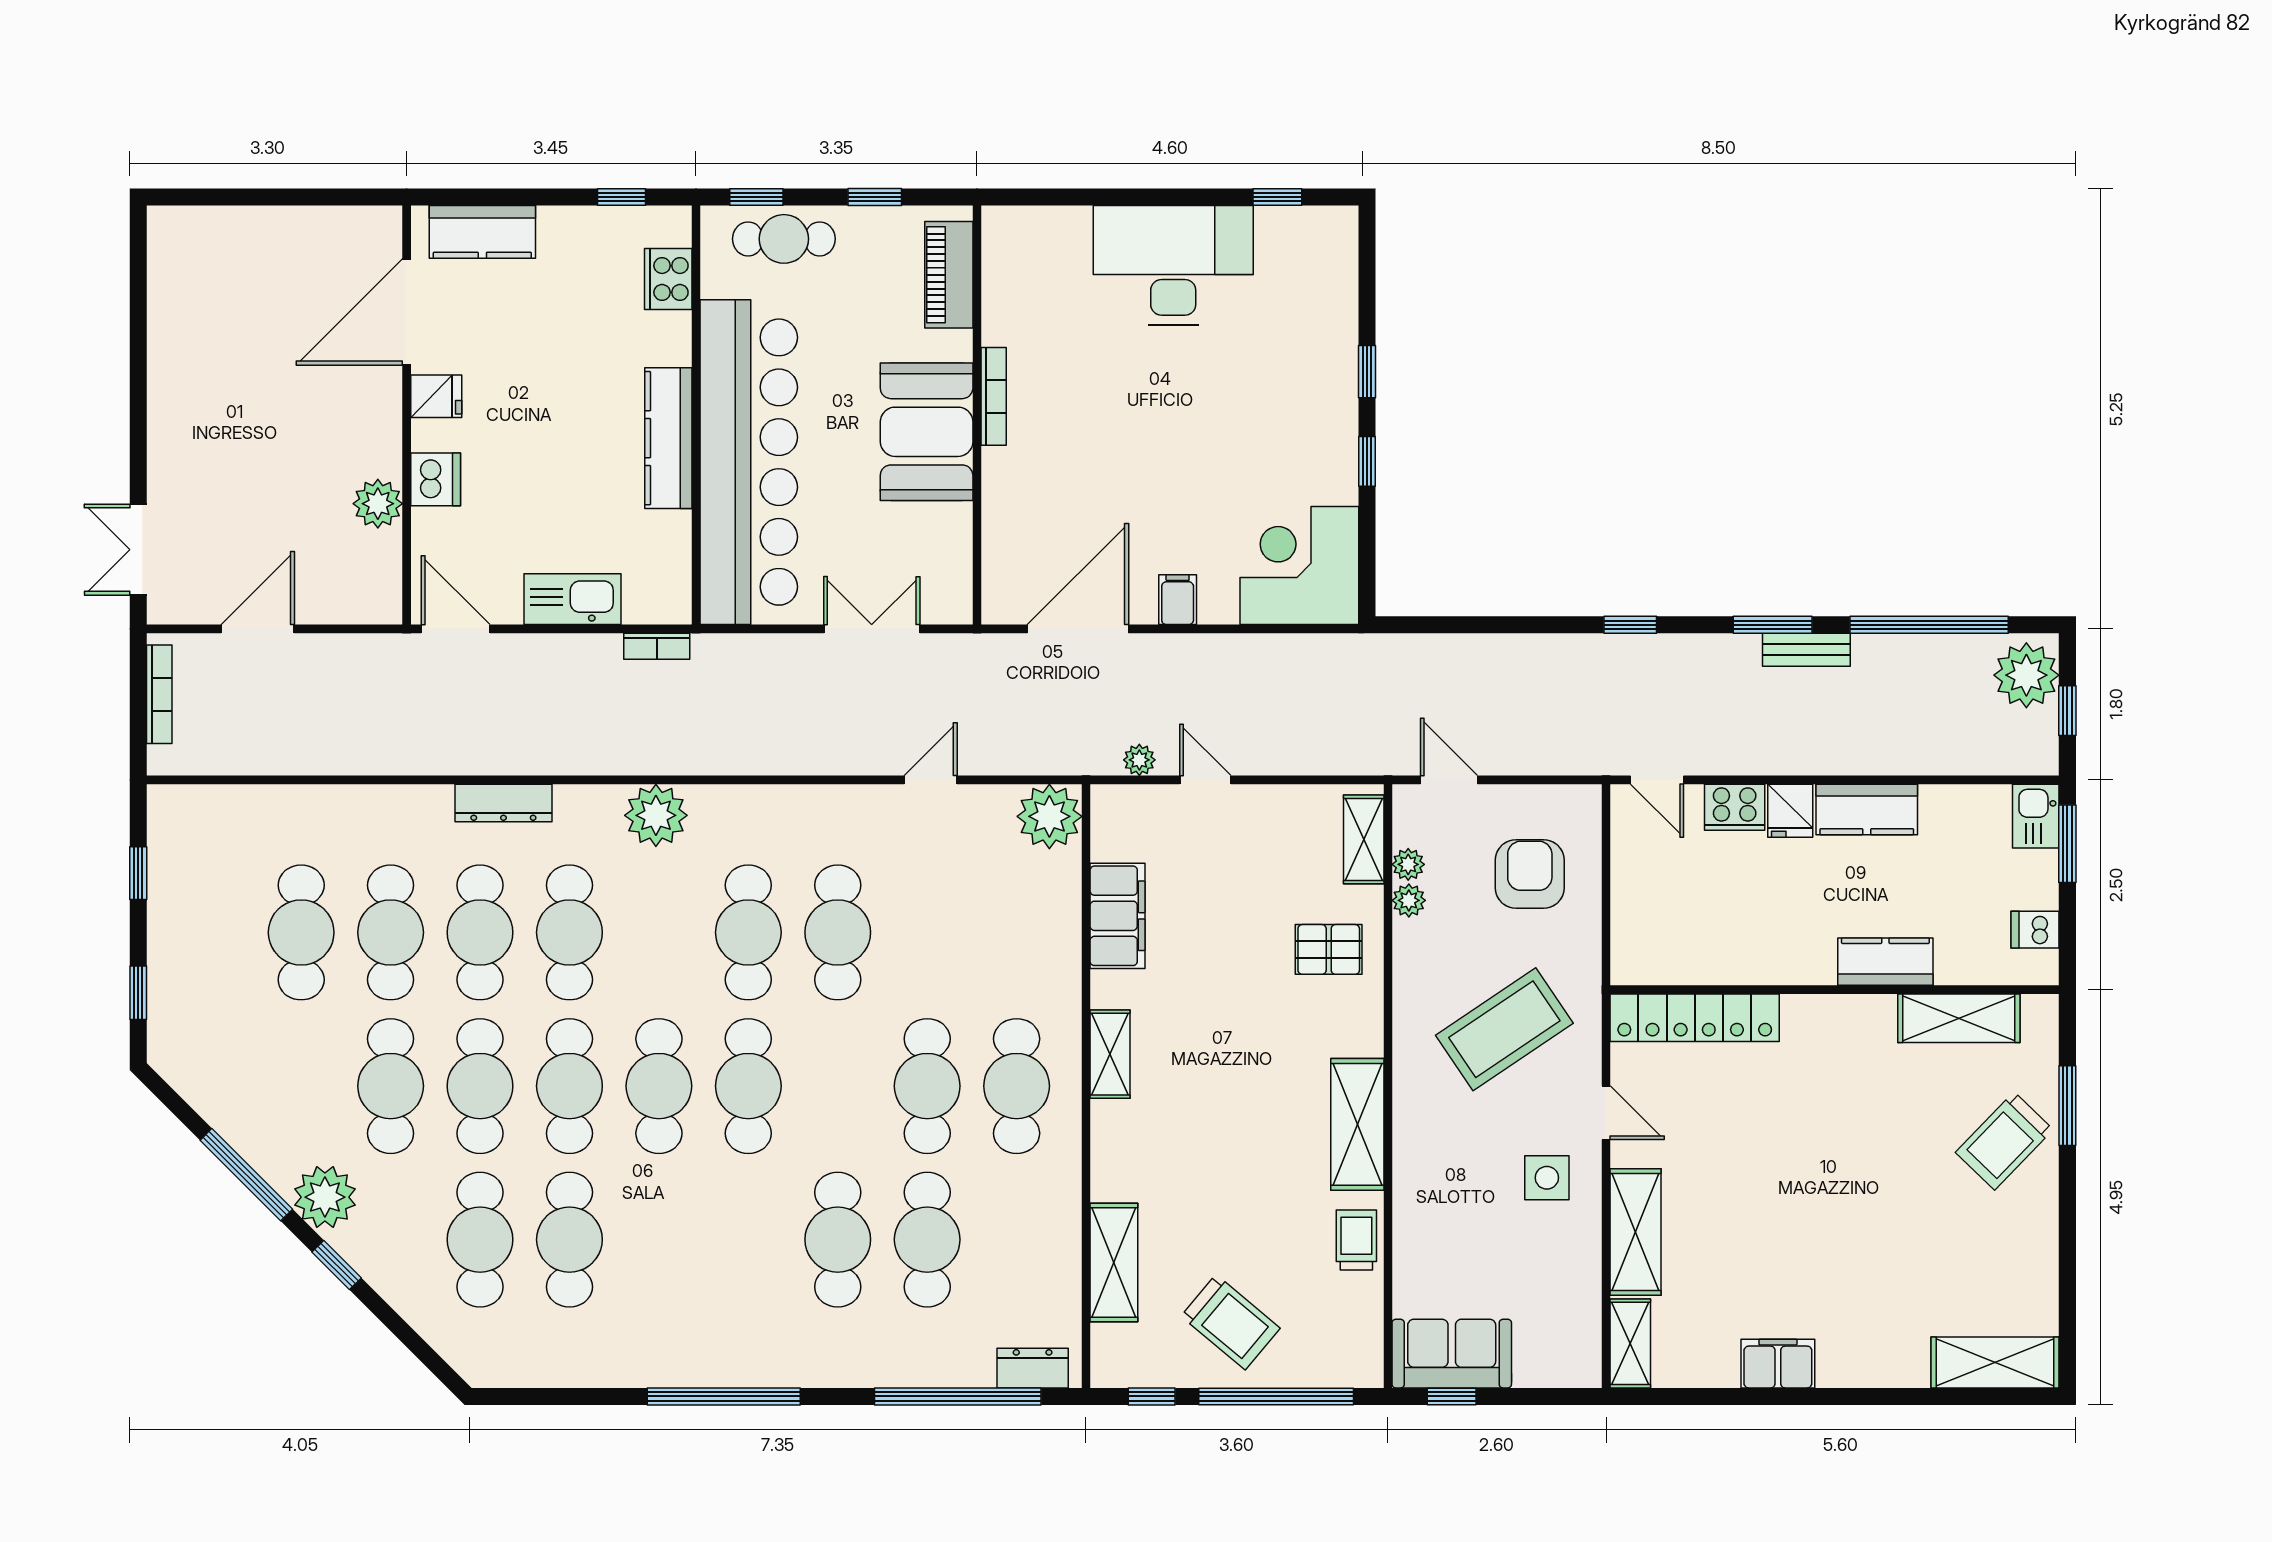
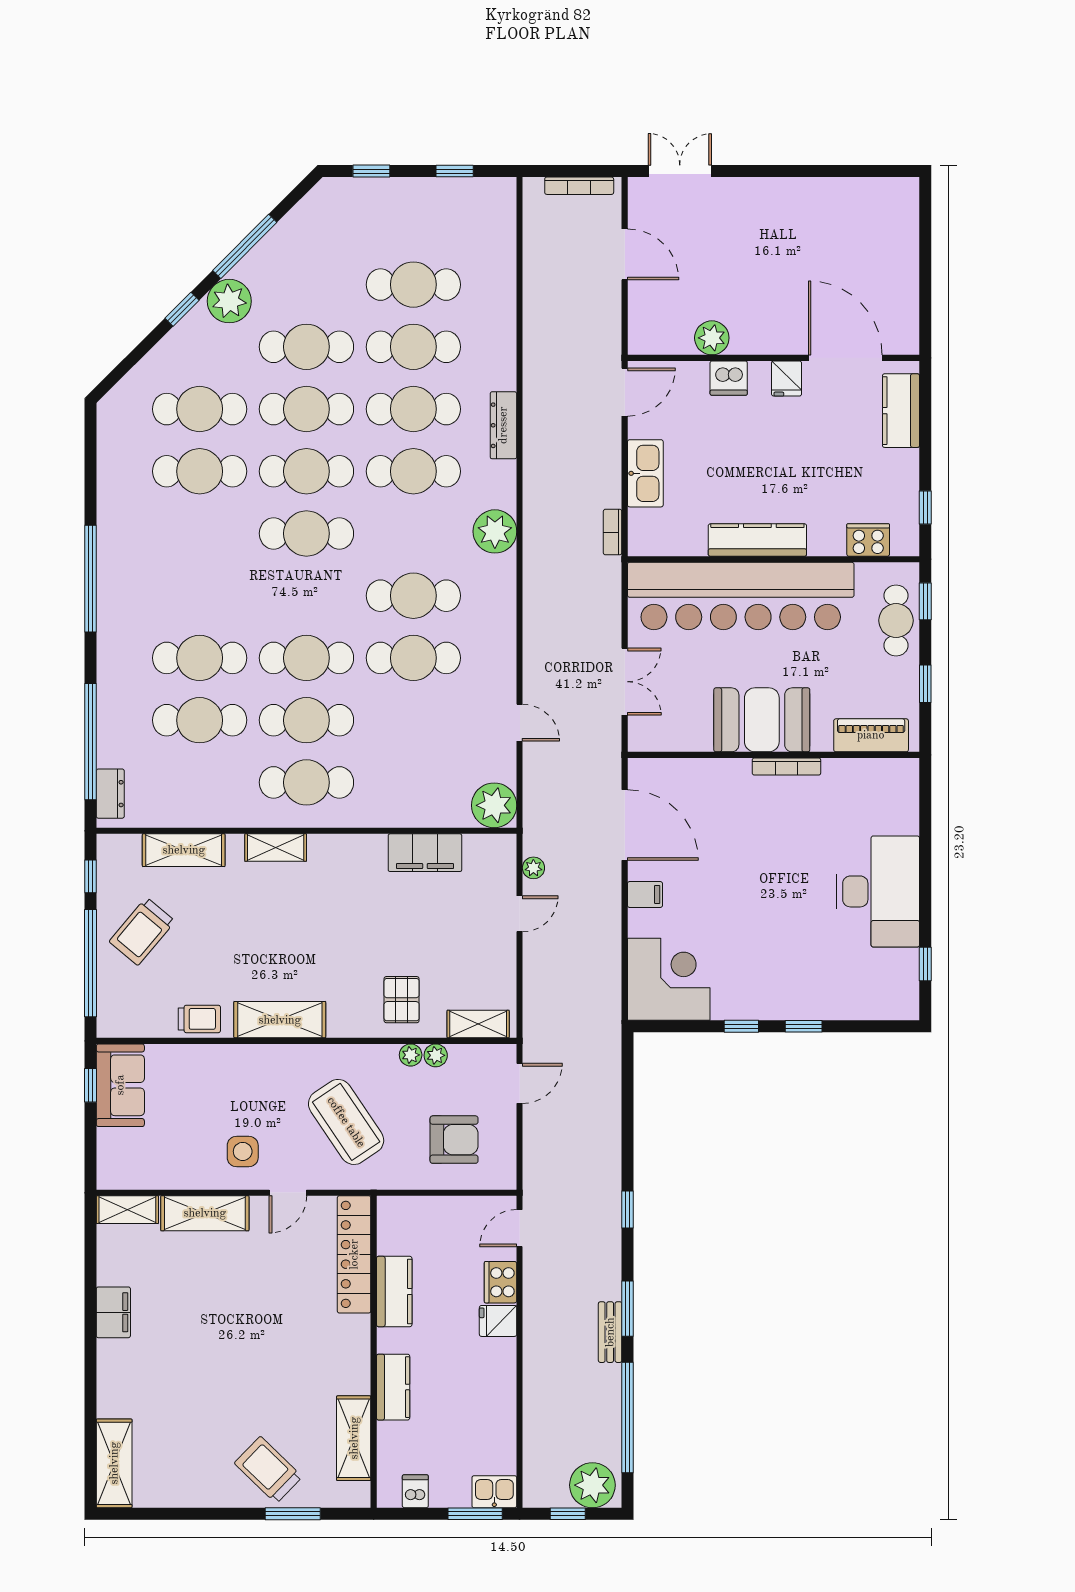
kitchen counter: (1867, 809) -> (394, 1291), moved, turned 180
plant: (1408, 864) -> (411, 1055), moved
shelving: (1110, 1054) -> (276, 848), moved
cafe table: (748, 1086) -> (306, 658), moved

